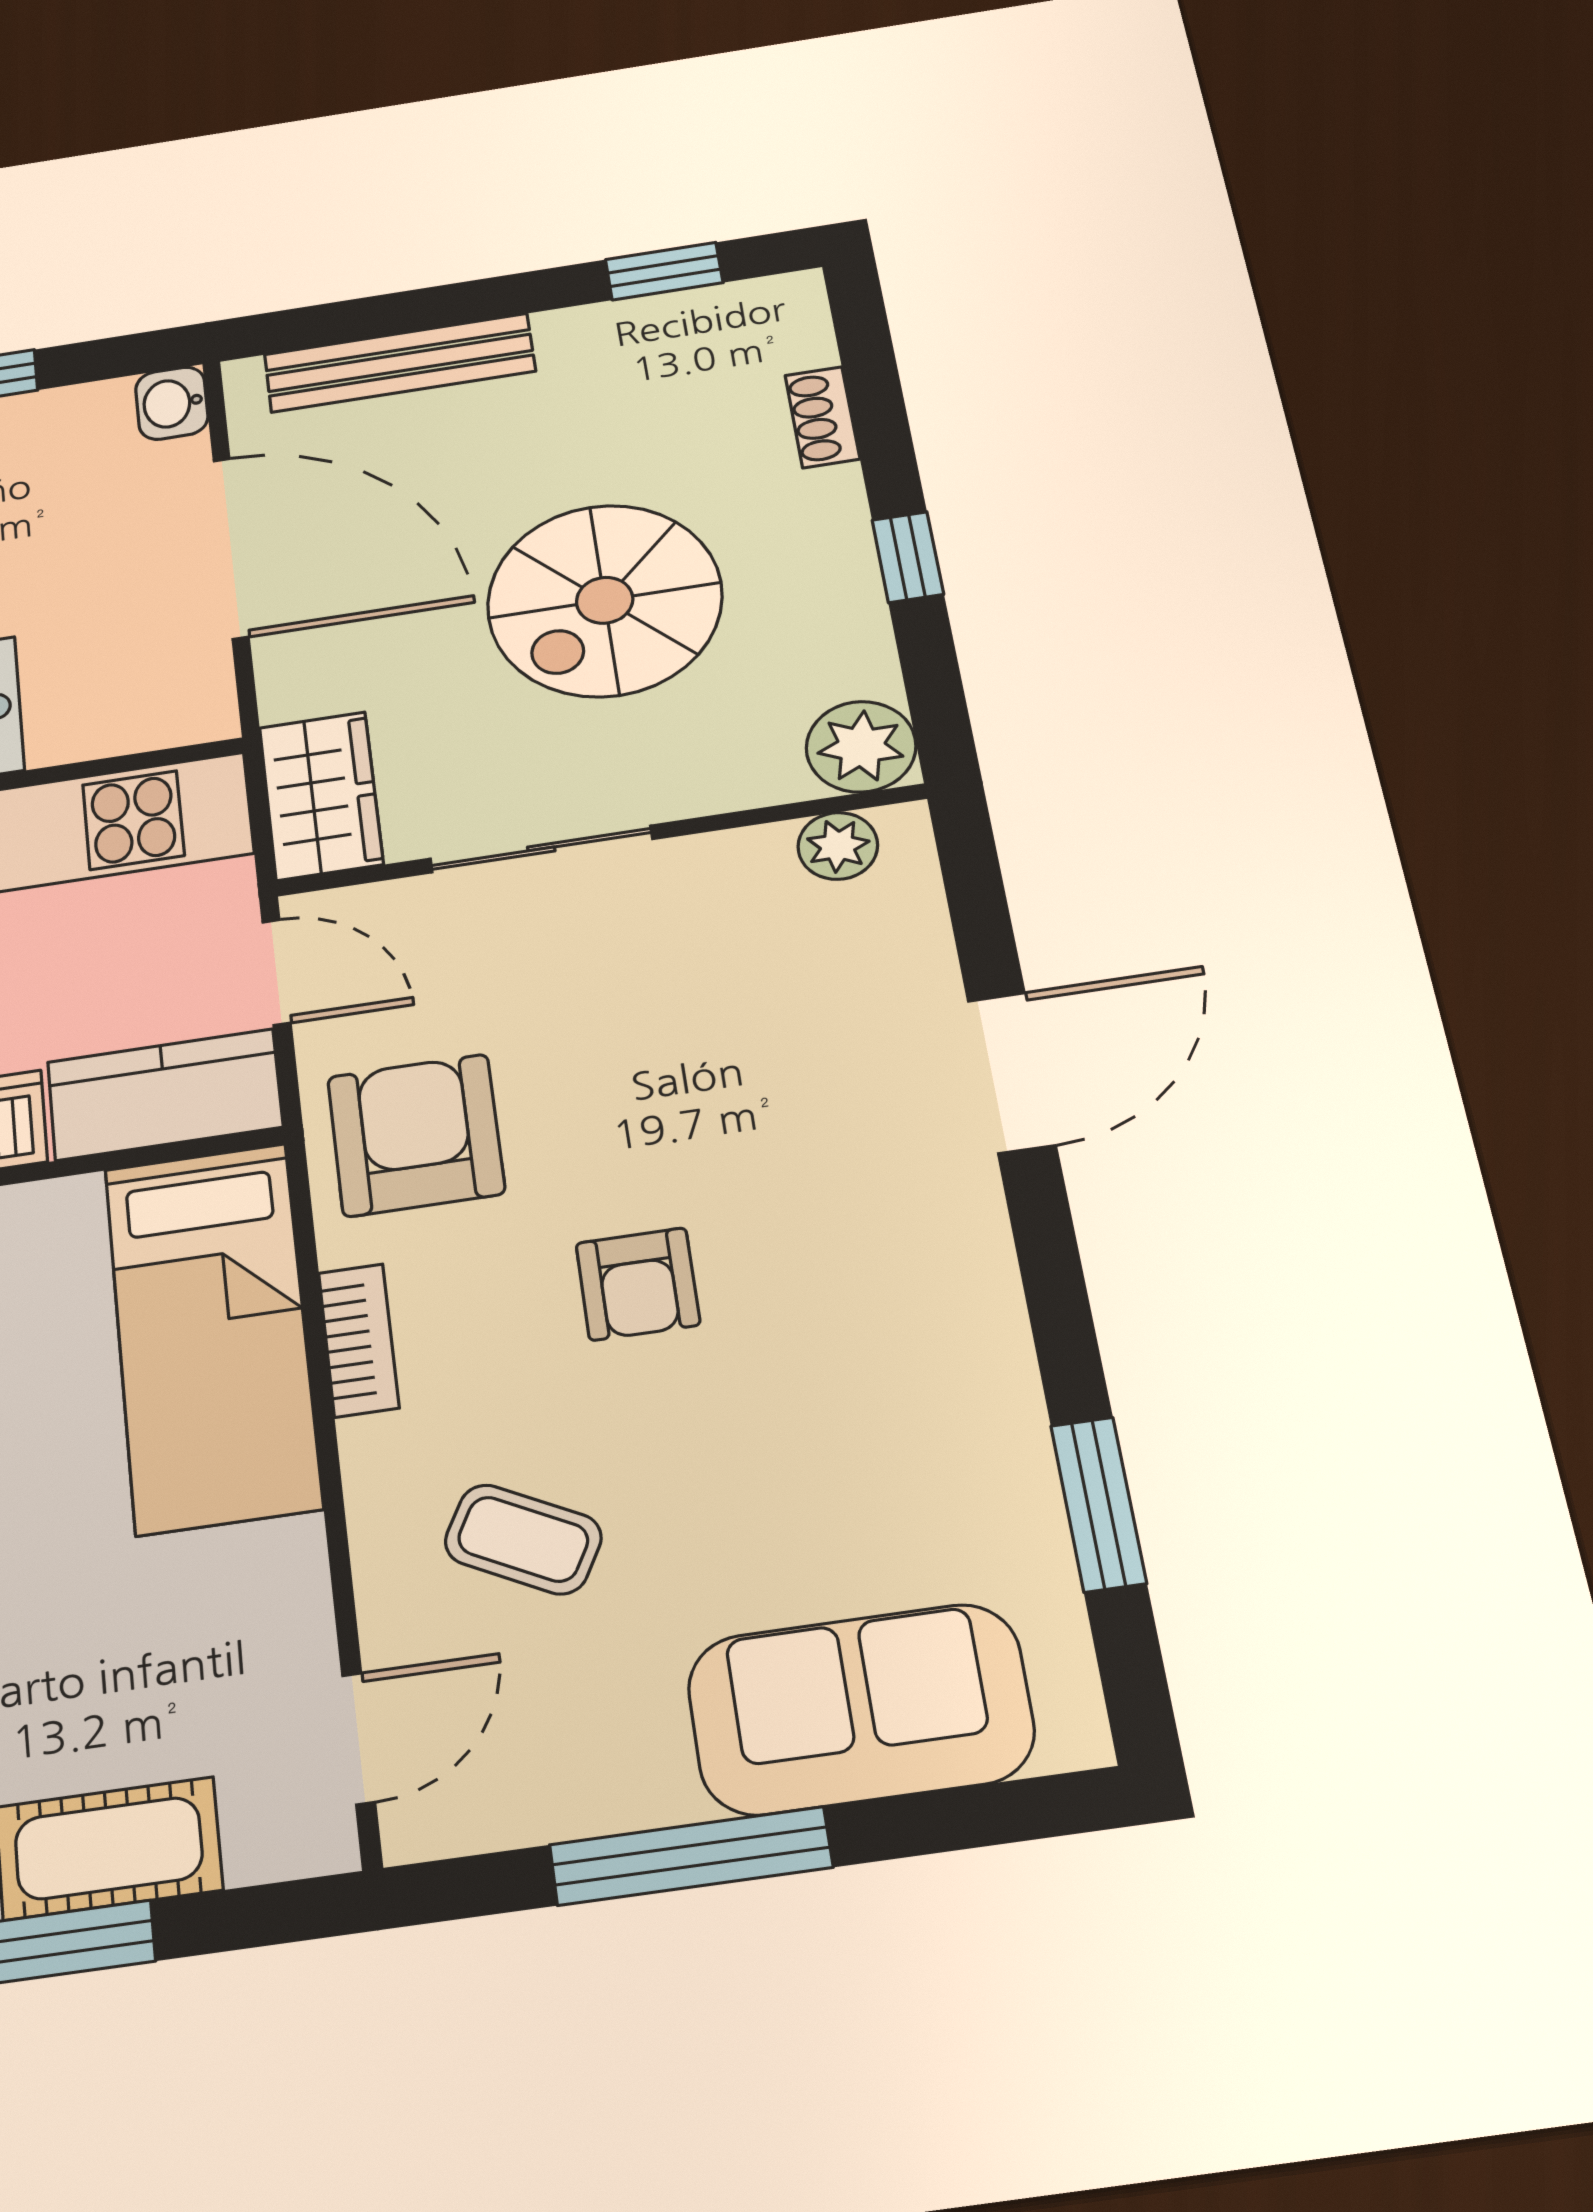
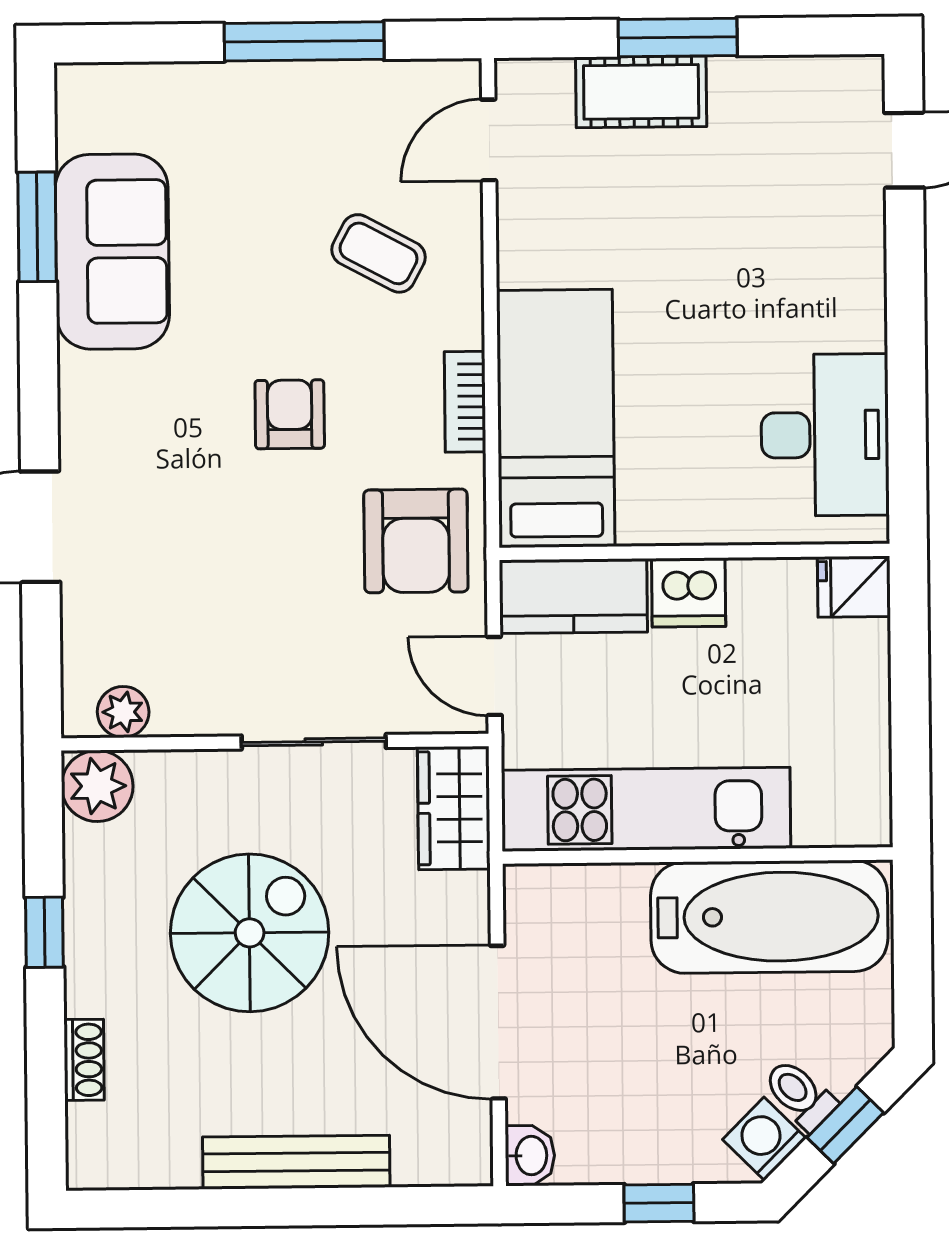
window: (664, 271) -> (175, 1208), removed
bench: (399, 363) -> (296, 1162), moved
sofa: (860, 1709) -> (112, 252), moved, turned -90

